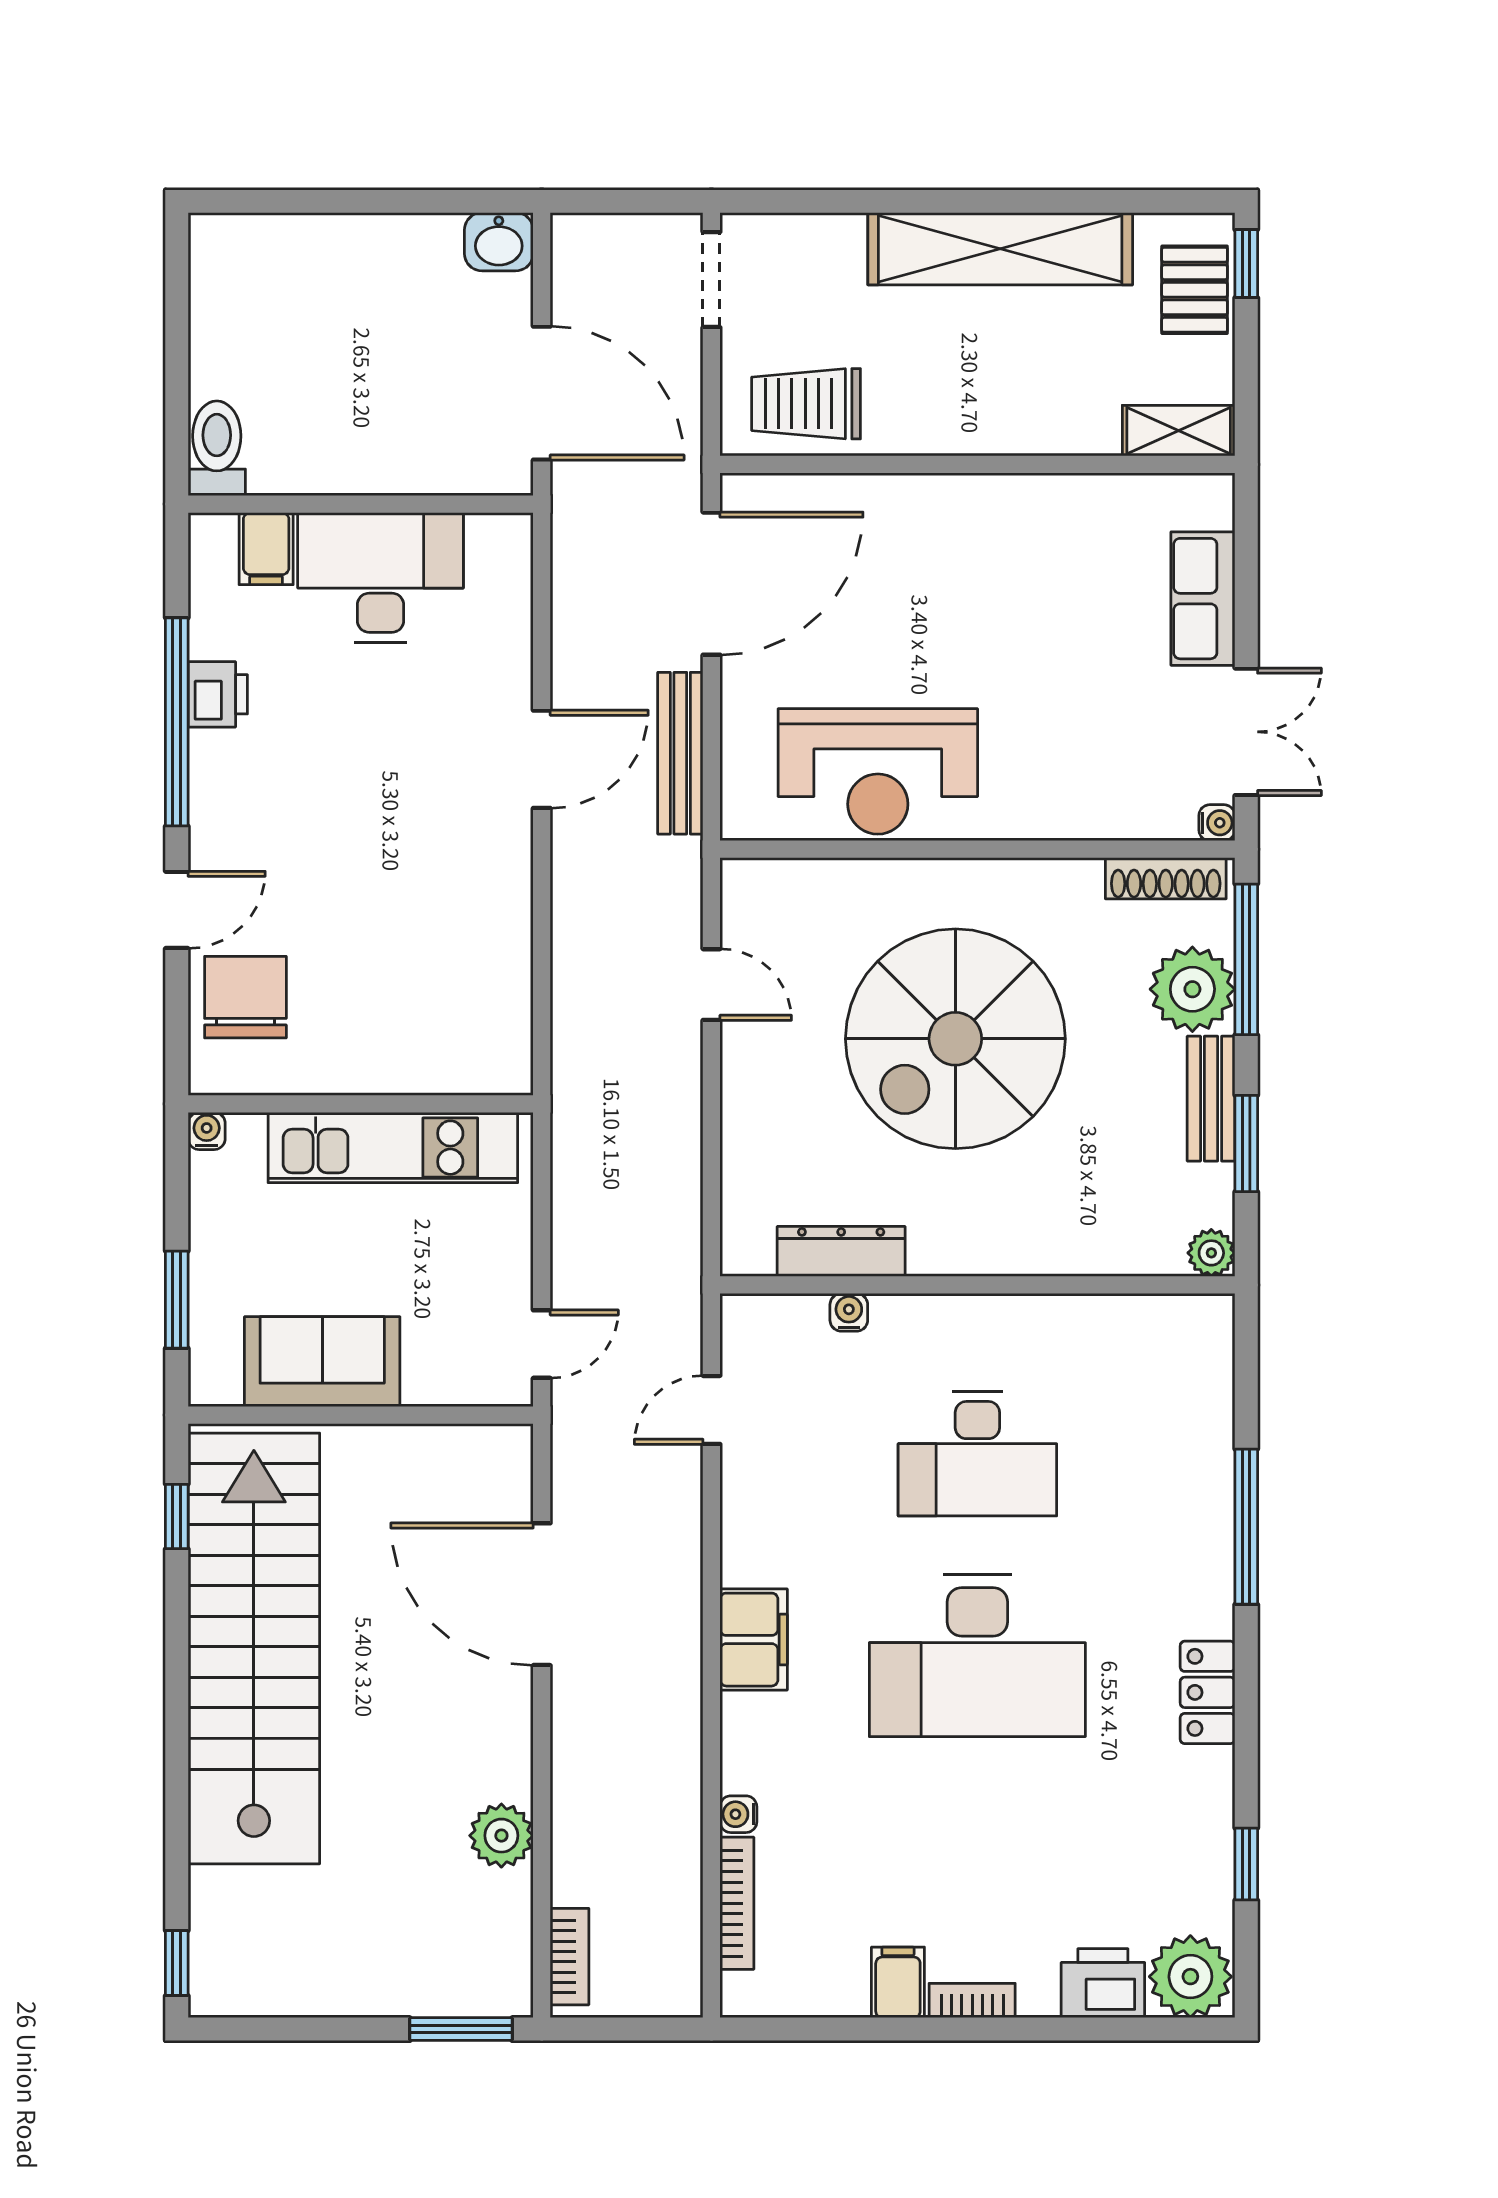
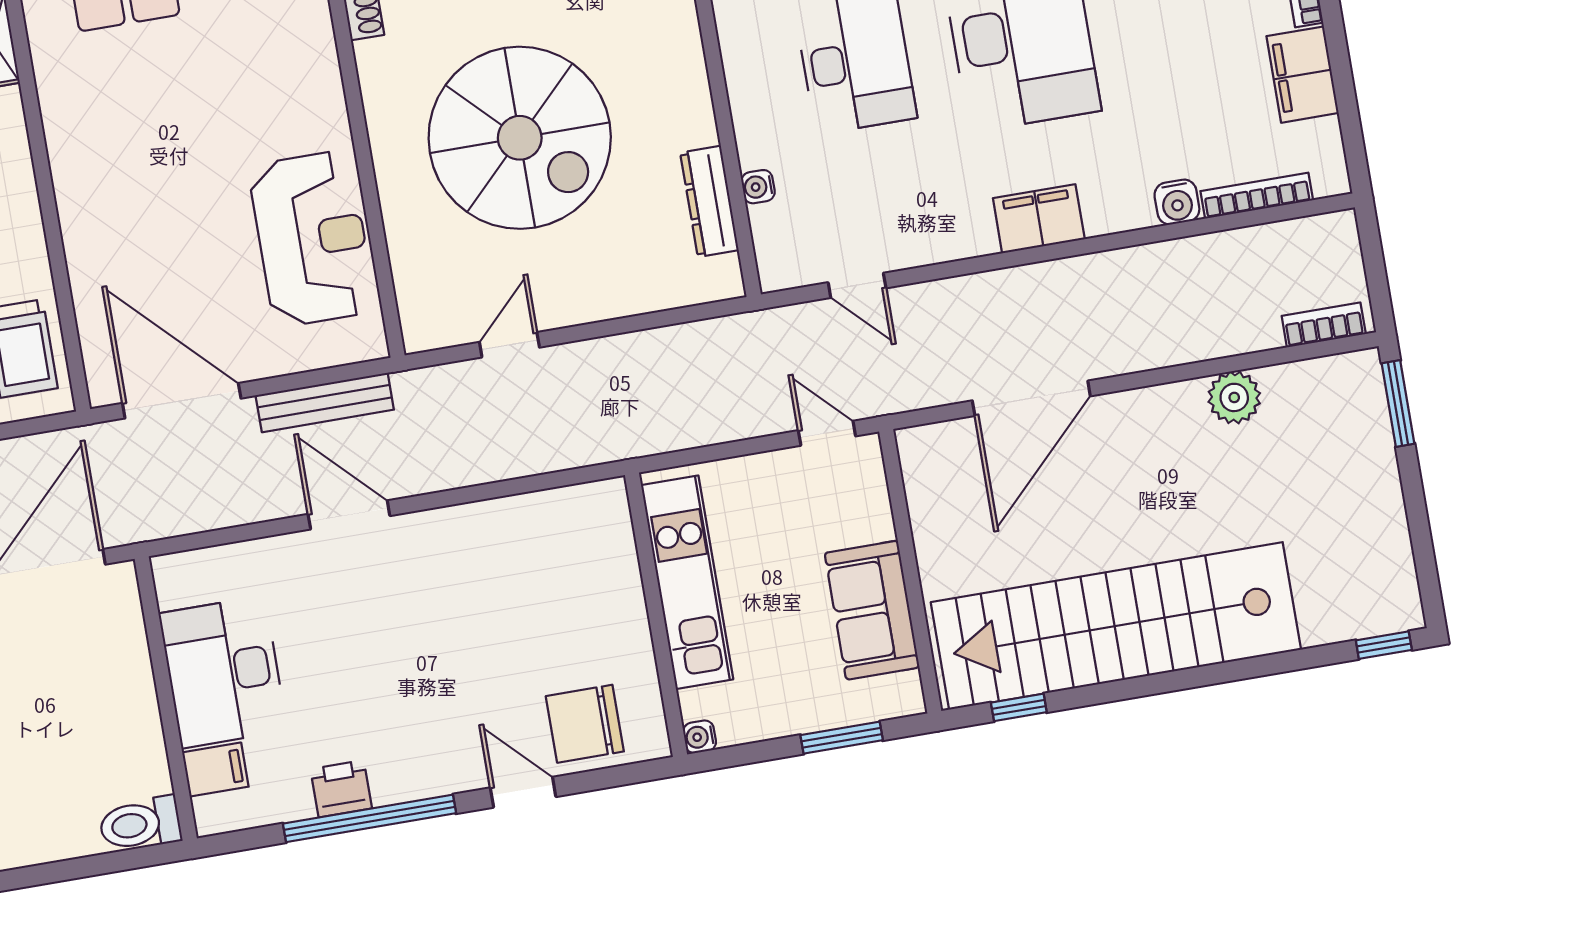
water cooler: (738, 1814) -> (1177, 202), width x1.38, depth x1.38
filing cabinet: (898, 1982) -> (1303, 75), width x2.00

